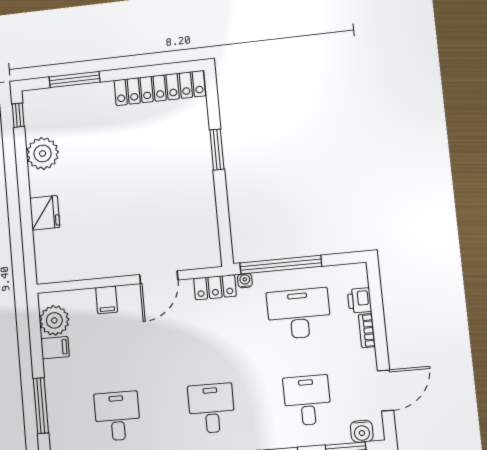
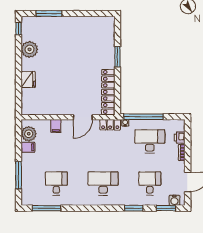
locker: (160, 88) -> (108, 92), moved, turned 90
desk: (211, 408) -> (103, 183), width x1.37

